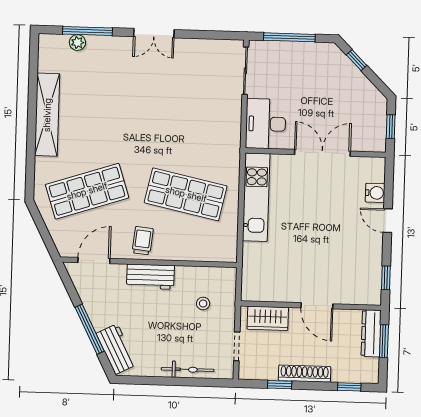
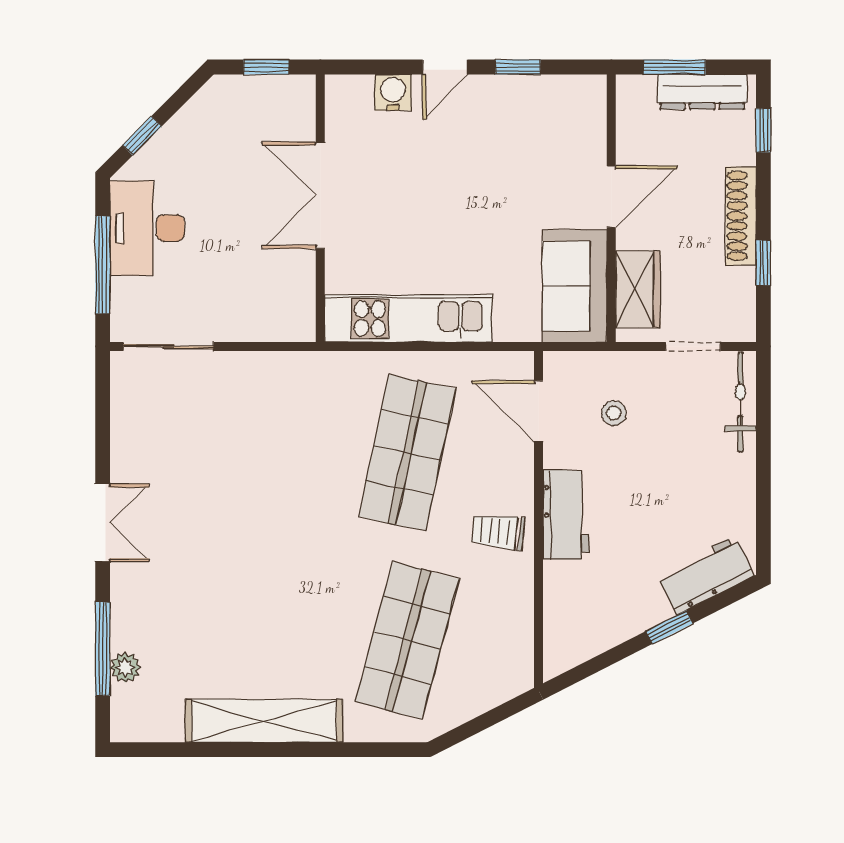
desk: (266, 124) -> (147, 228), moved, turned 90
shop shelf: (87, 191) -> (407, 640), turned 33
door: (94, 261) -> (539, 411), moved
window: (386, 278) -> (518, 67), moved
sofa: (270, 285) -> (575, 286), added
window: (90, 329) -> (669, 627), width x0.46
dresser: (371, 333) -> (702, 92), moved
bicycle: (188, 370) -> (740, 402), moved

